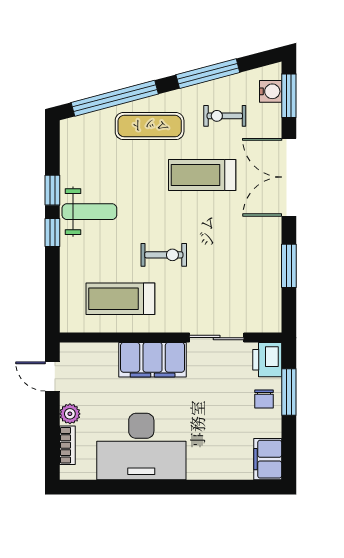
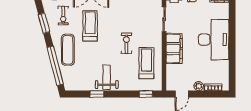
window: (208, 74) -> (44, 23), width x0.69
treadmill: (202, 175) -> (90, 26), turned 180
window: (52, 233) -> (146, 94), moved
treadmill: (120, 299) -> (146, 63), turned 180
desk: (141, 446) -> (214, 39), moved

